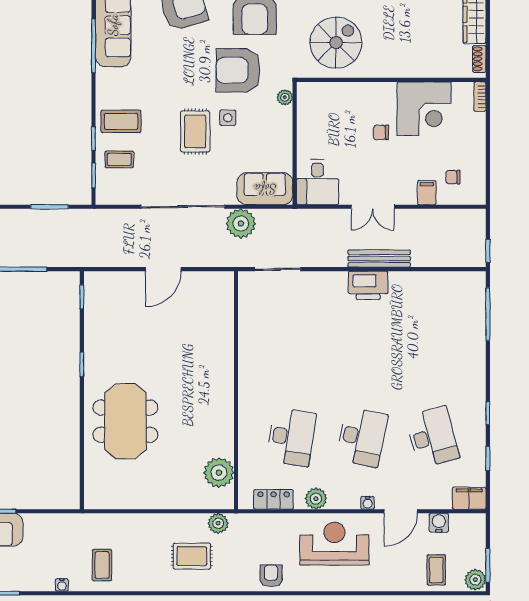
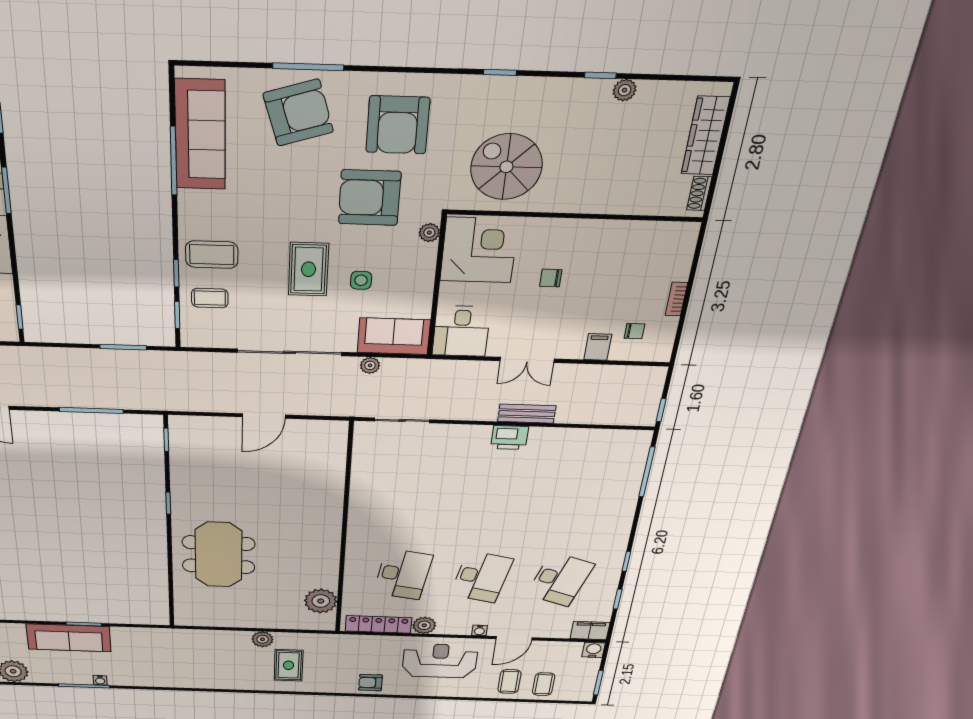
spiral stairs: (336, 43) -> (506, 167), turned -90
bookcase: (480, 97) -> (676, 299), moved
corner desk: (424, 109) -> (479, 250), moved, turned -90
side table: (228, 118) -> (361, 280), moved
chair: (453, 177) -> (634, 331), turned 180
plant: (241, 223) -> (370, 365), width x0.53, depth x0.53
bench: (379, 259) -> (527, 414), width x0.73
printer: (368, 285) -> (510, 438), width x0.73, depth x0.84
desk: (432, 437) -> (560, 579), turned 33
locker: (274, 499) -> (378, 624), width x1.53
plant: (218, 523) -> (262, 639), moved
water cooler: (439, 523) -> (593, 650), moved
rug: (192, 556) -> (289, 665), turned 90
coffee table: (102, 565) -> (509, 681), moved
armchair: (271, 576) -> (370, 683), turned -90
plant: (475, 580) -> (583, 693), removed
water cooler: (62, 585) -> (100, 680), moved

